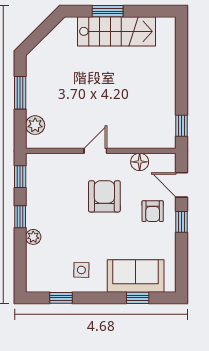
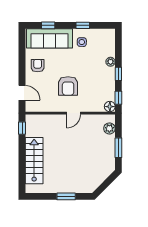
stairs: (117, 31) -> (34, 161), moved, turned 90
floor lamp: (140, 162) -> (110, 107), moved
armchair: (153, 211) -> (38, 66), moved
window: (182, 222) -> (22, 71), removed
sofa: (136, 276) -> (49, 38), width x1.36
window: (61, 298) -> (83, 25), moved

